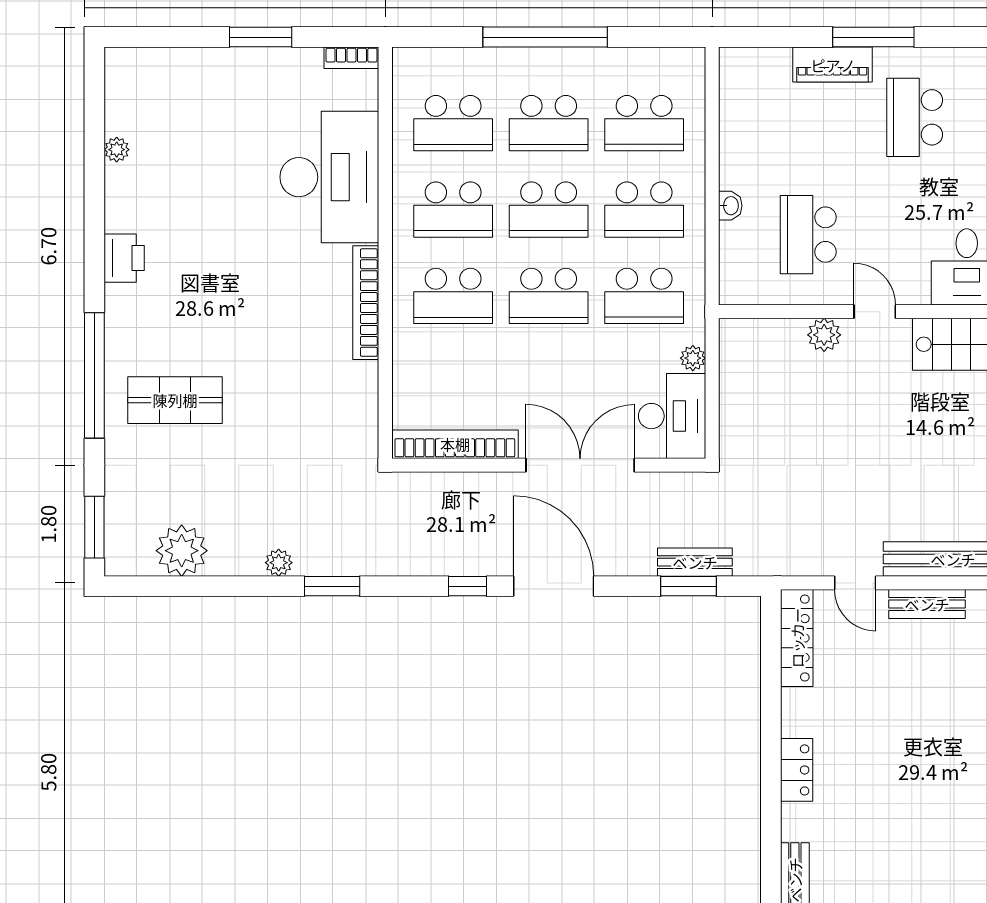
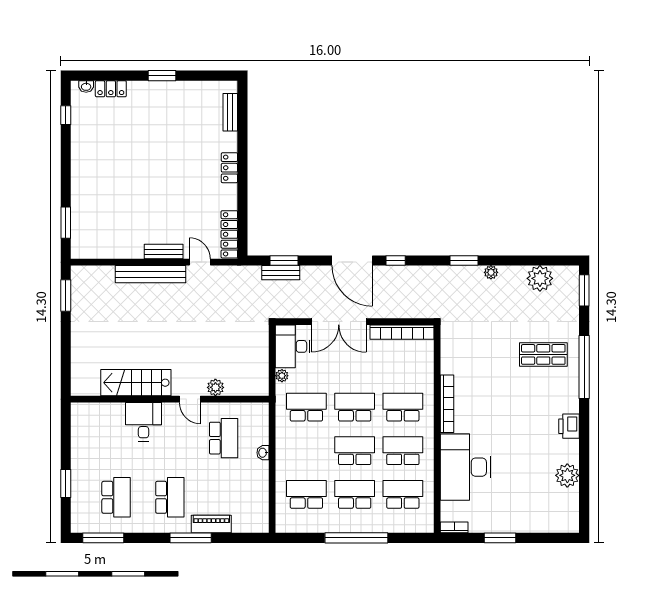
plant: (117, 150) -> (567, 475), width x1.87, depth x1.87
school desk: (644, 210) -> (306, 451), removed

